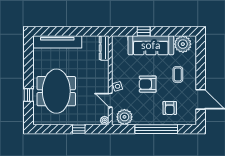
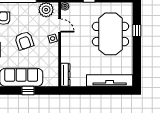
armchair: (148, 84) -> (24, 41), turned 71

